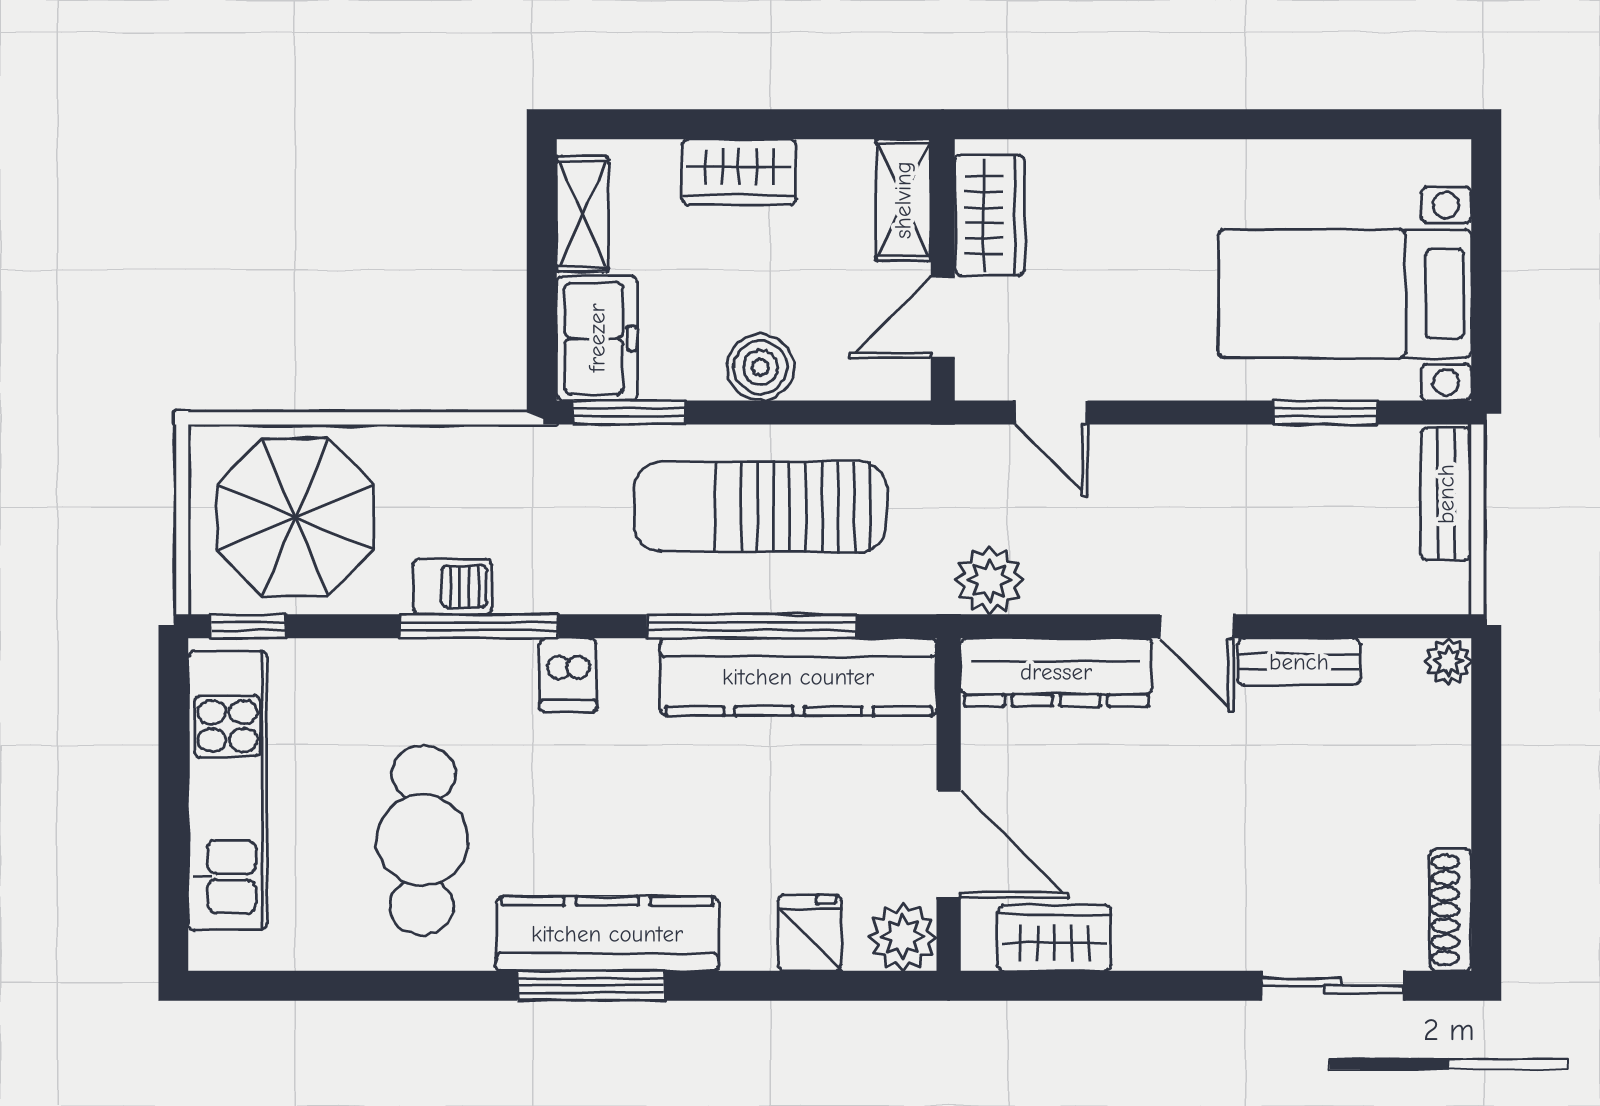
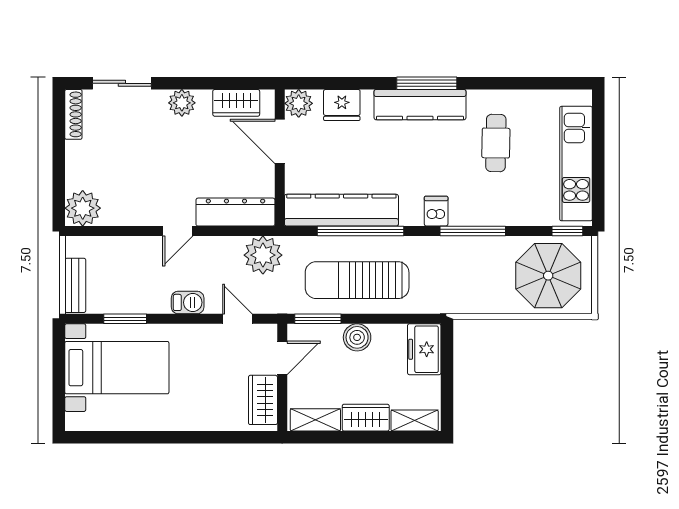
shelving: (903, 200) -> (315, 420), moved, turned 90
shelving: (582, 214) -> (415, 421), moved, turned 90
window: (629, 412) -> (318, 319), moved
sun lounger: (760, 507) -> (357, 280), turned 180
plant: (989, 580) -> (263, 255), width x1.36, depth x1.36
barbecue: (452, 586) -> (188, 302), moved, turned 180
door: (1197, 626) -> (178, 231), swing flipped
plant: (1448, 661) -> (83, 208), width x1.87, depth x1.87
bench: (1299, 662) -> (136, 216), removed
cafe table: (423, 840) -> (496, 143), width x0.73, depth x0.74
fridge: (810, 933) -> (342, 105), width x1.38
plant: (1187, 938) -> (182, 103), added

